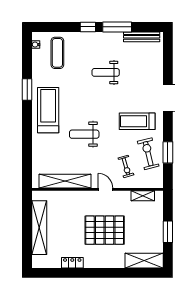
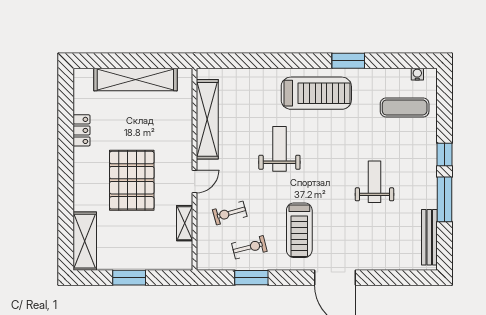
treadmill: (137, 121) -> (299, 230), turned 180
exercise bike: (148, 154) -> (249, 247), width x0.73, depth x0.72
shelving: (143, 196) -> (185, 223), moved

